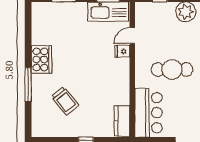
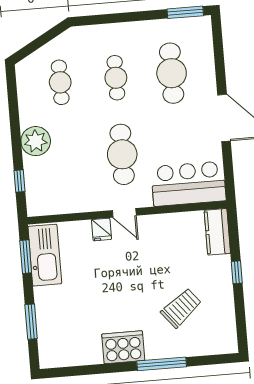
door: (132, 36) -> (124, 213), moved
kitchen counter: (122, 121) -> (217, 232), moved, turned 90

